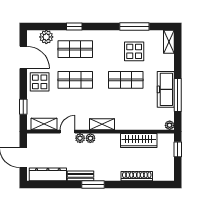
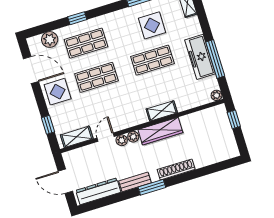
shelving: (102, 124) -> (162, 111), moved
wardrobe: (139, 140) -> (160, 131), moved
shoe rack: (137, 176) -> (176, 169), moved

